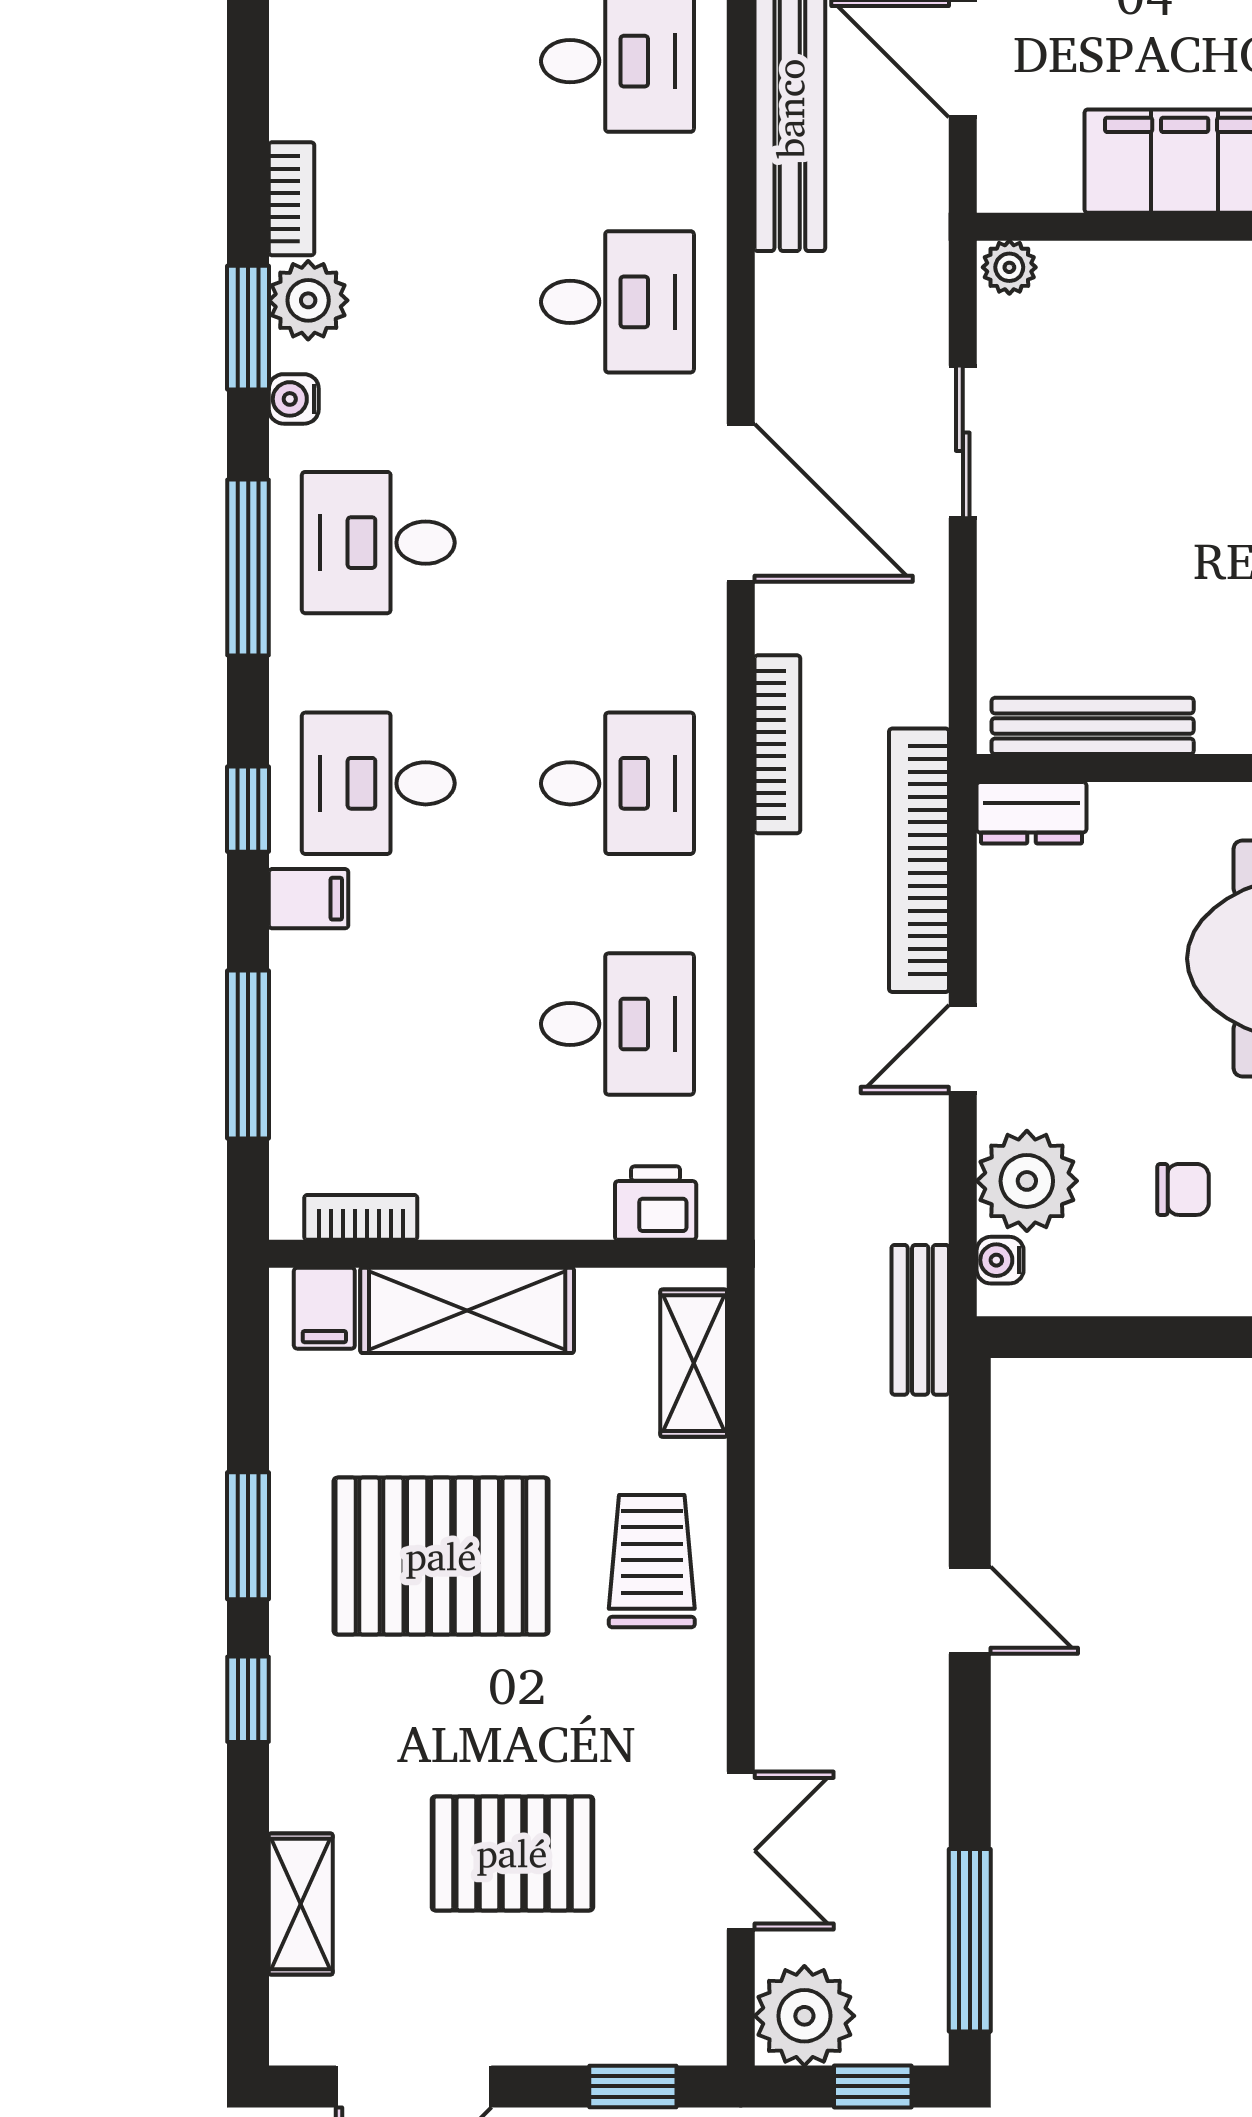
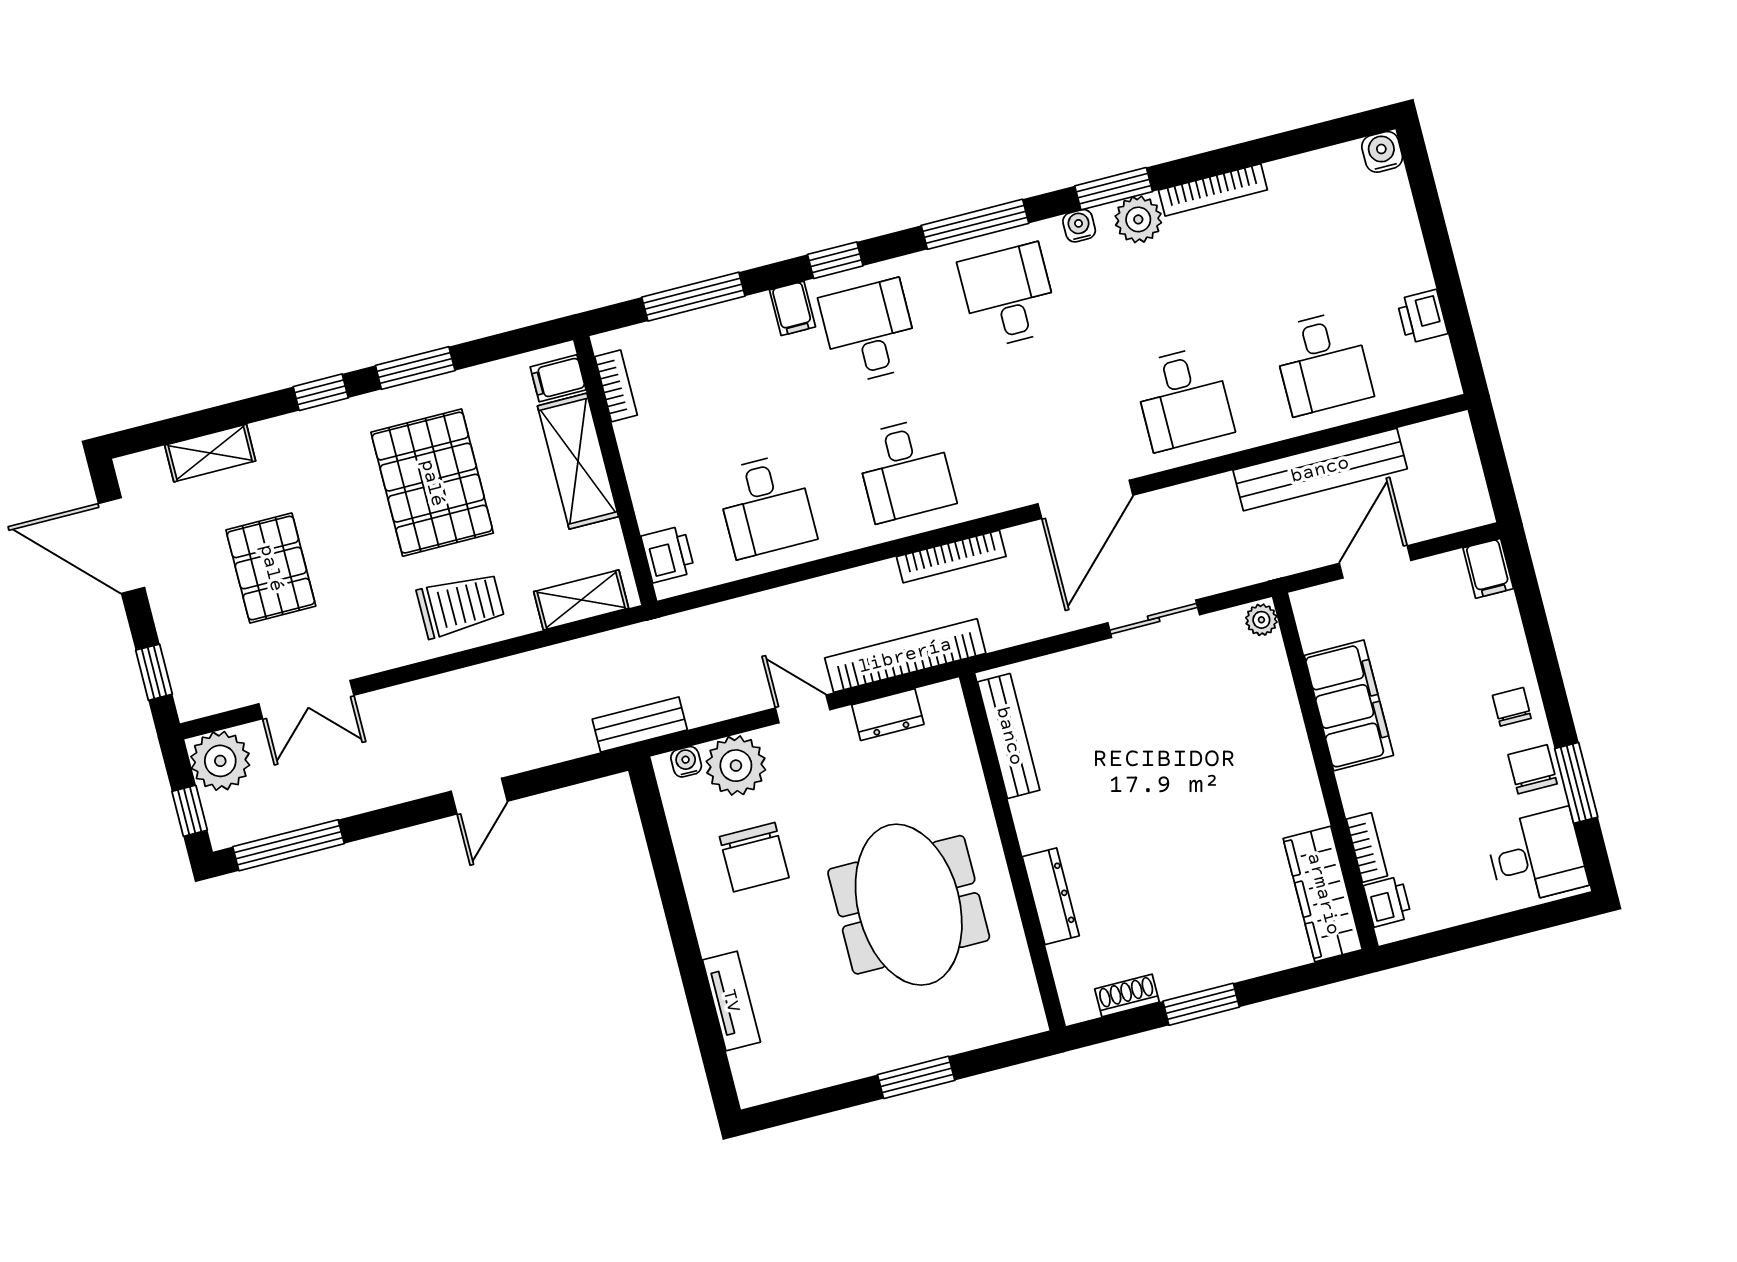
bookcase: (292, 199) -> (1213, 190), width x1.56
dresser: (1031, 813) -> (888, 715), moved, turned -90
chair: (1183, 1189) -> (754, 857), width x1.87, depth x1.87

